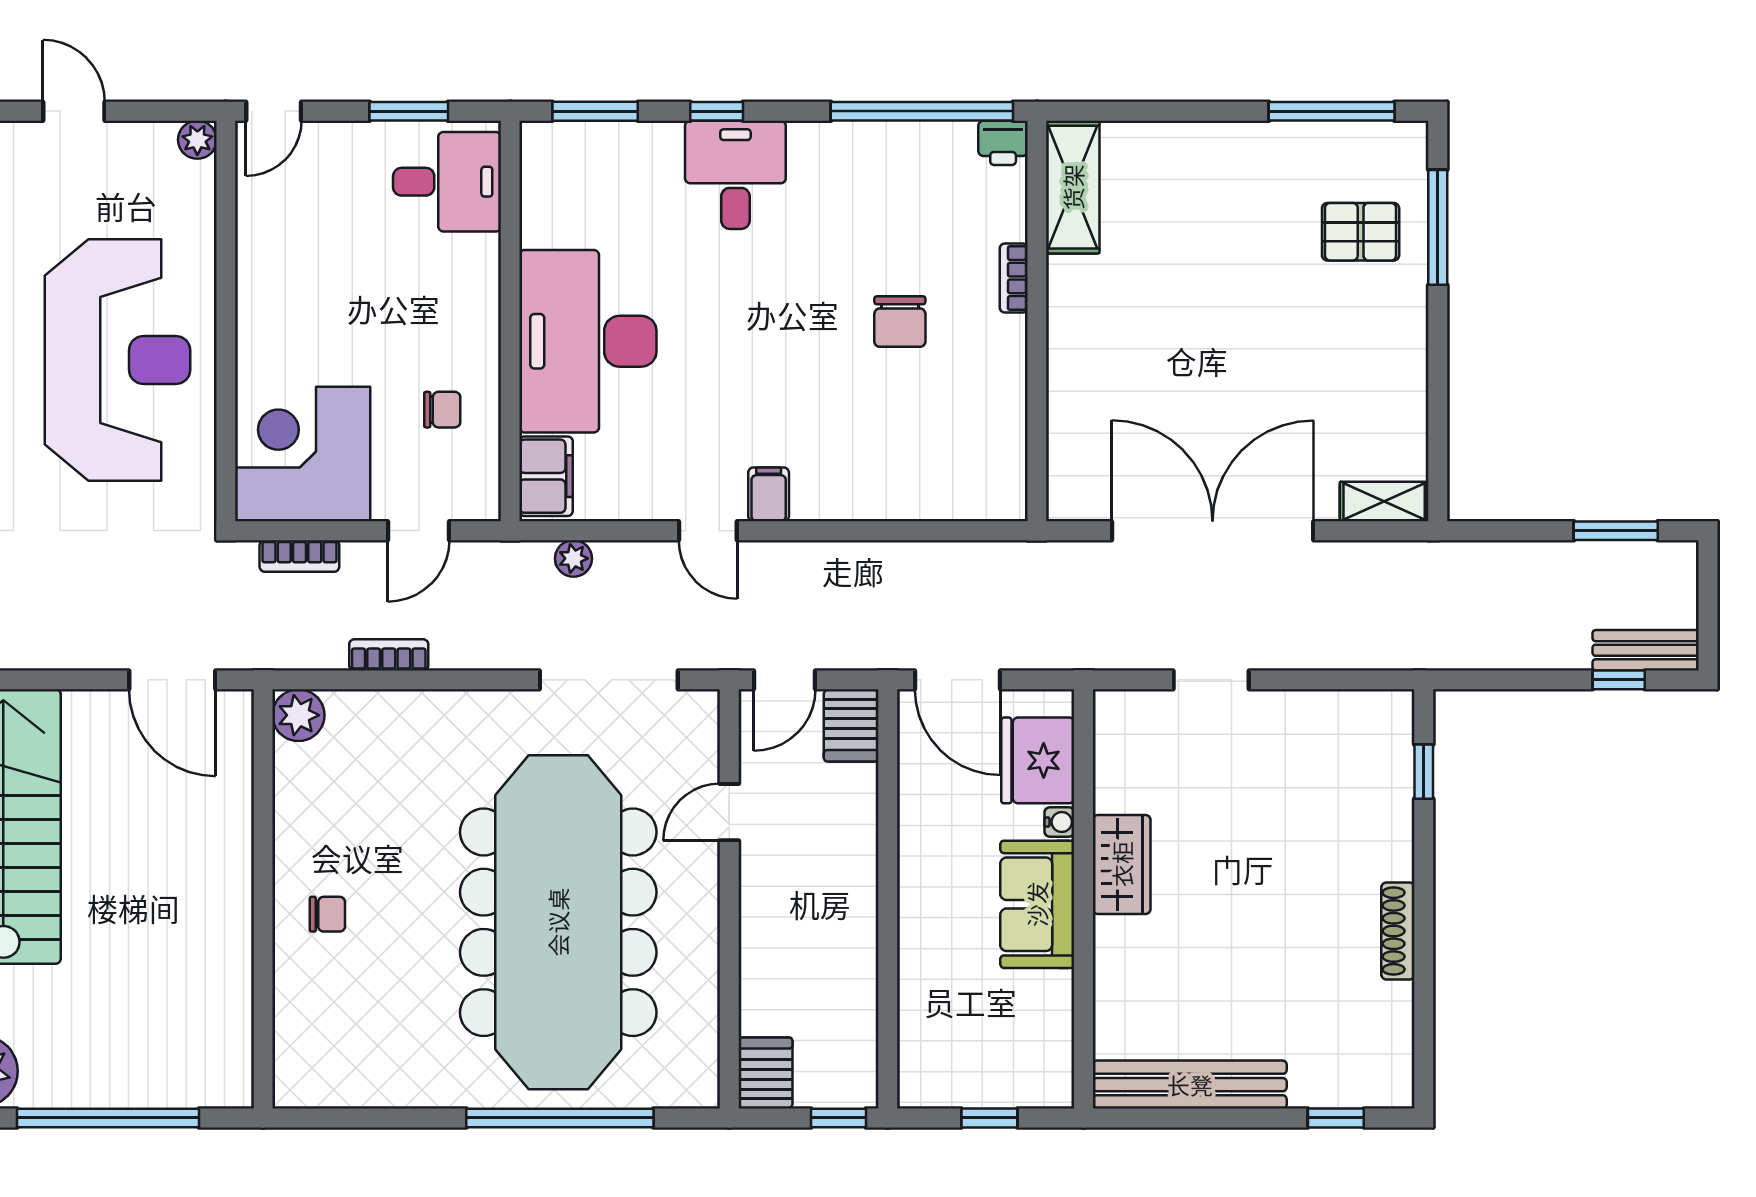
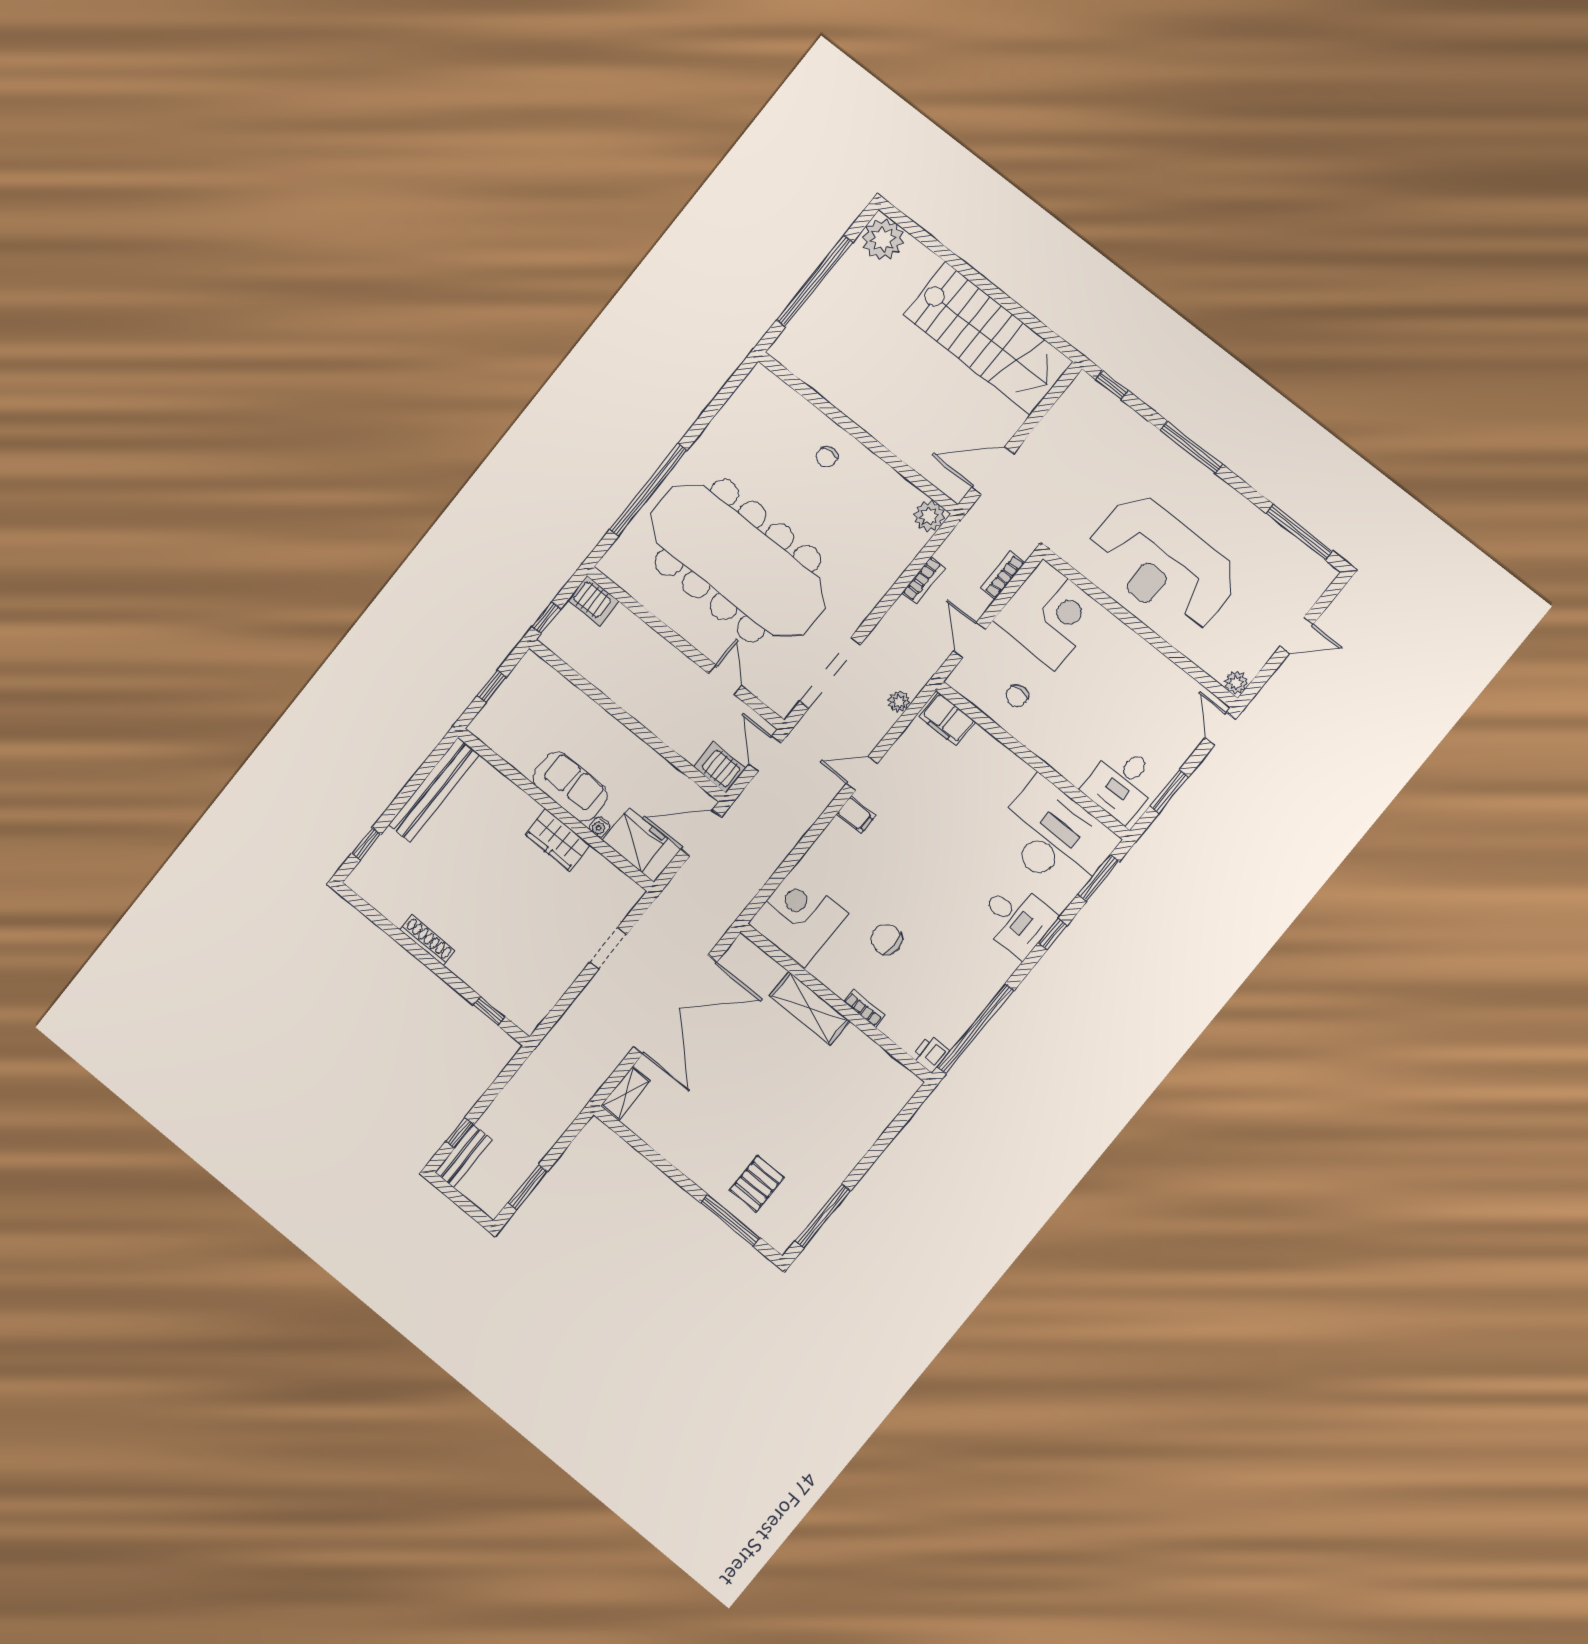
shelving: (1073, 187) -> (809, 1008), moved
desk: (588, 341) -> (1054, 837), moved
corner desk: (966, 460) -> (798, 918), added

